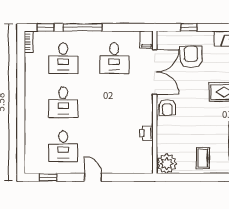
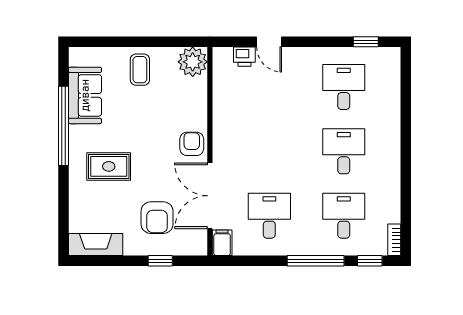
printer: (146, 133) -> (244, 57), moved, turned 90
door: (93, 177) -> (269, 42), moved

